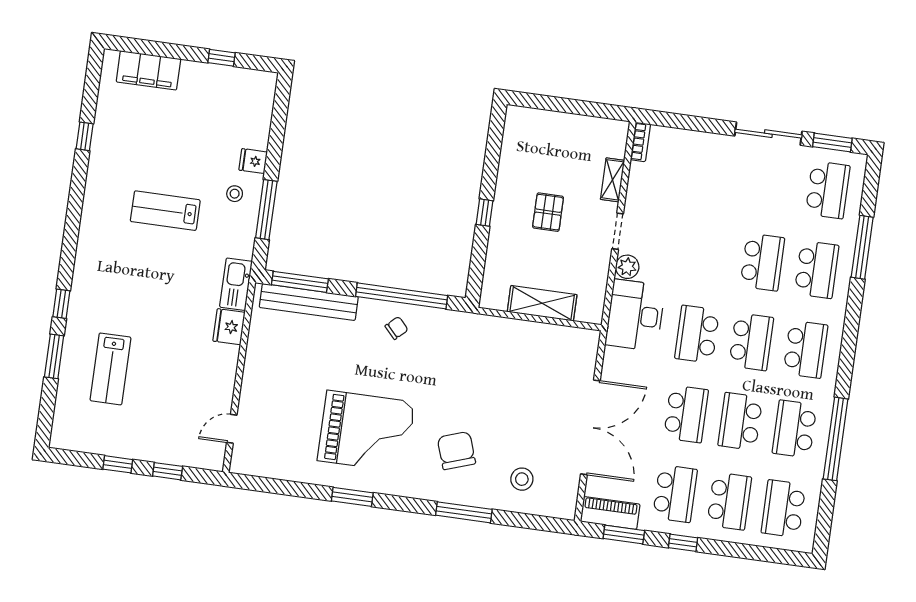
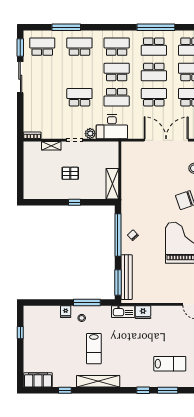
filing cabinet: (148, 70) -> (38, 380), moved, turned -90
shelving: (94, 210) -> (98, 381), added
school desk: (762, 262) -> (79, 97), moved
shelving: (542, 303) -> (112, 184), moved

